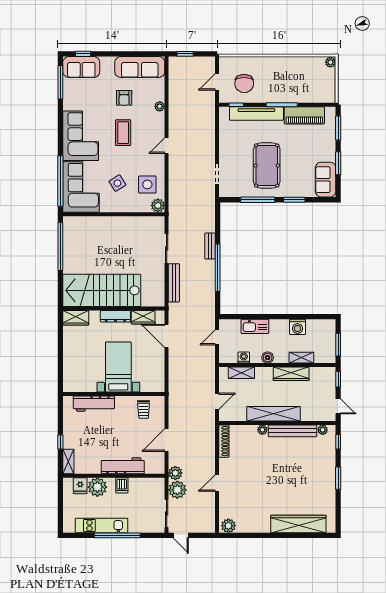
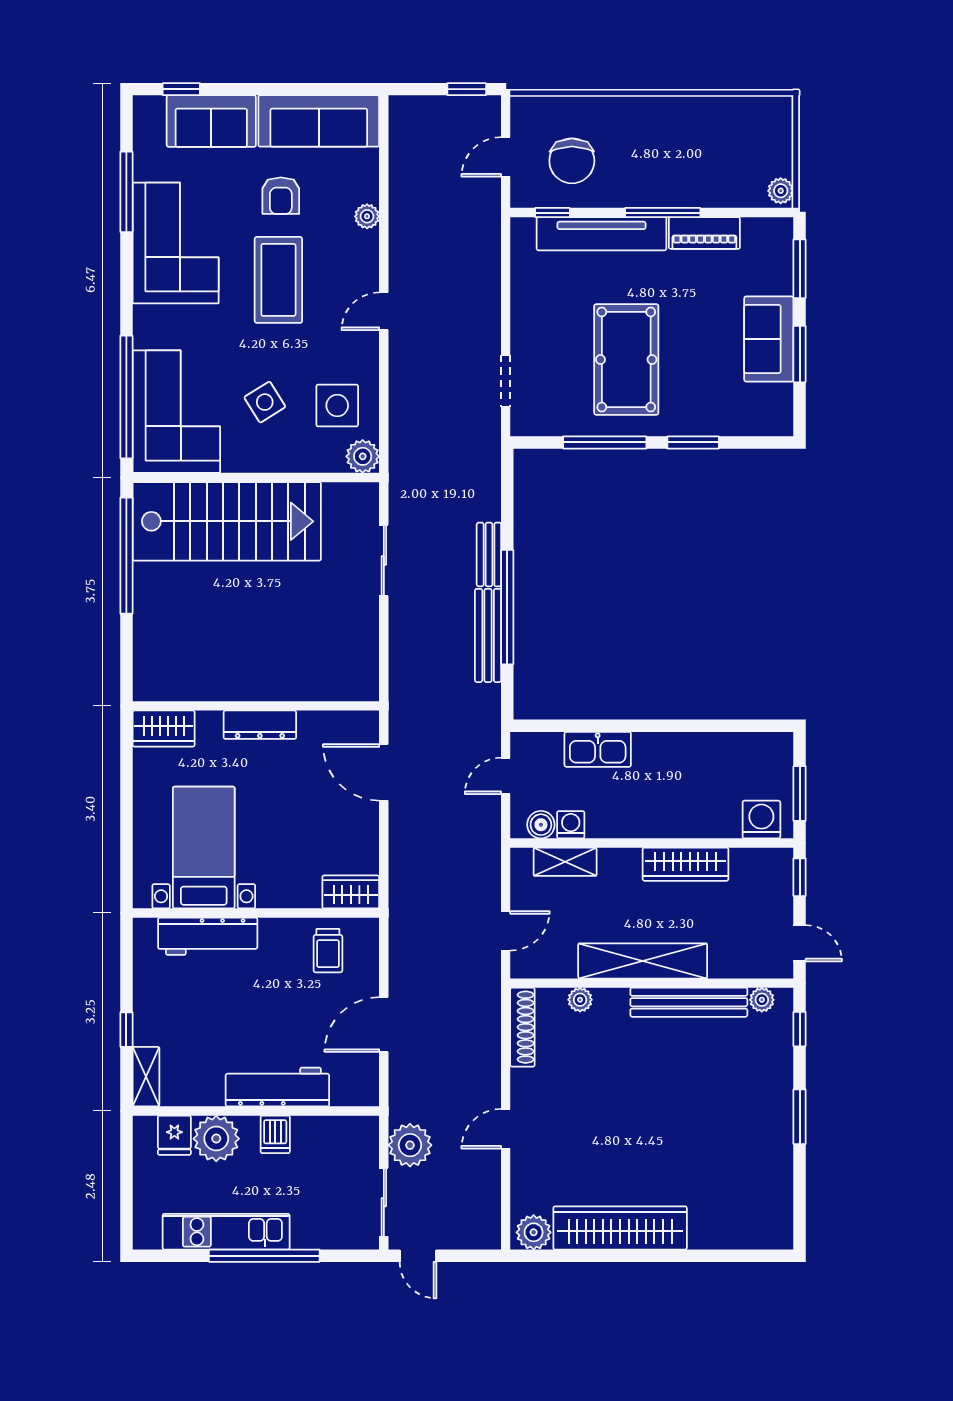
window: (185, 54) -> (467, 89), moved
plant: (330, 62) -> (781, 191), moved
sofa: (81, 67) -> (211, 121), moved
window: (60, 82) -> (126, 192), moved
piano: (304, 115) -> (704, 233), width x0.73, depth x0.75
coffee table: (123, 133) -> (278, 280), width x1.36, depth x1.32
corner sofa: (81, 136) -> (176, 243), moved
sofa: (326, 180) -> (769, 339), moved
bench: (174, 283) -> (488, 635), moved
stairs: (102, 290) -> (227, 521), moved, turned 180
wardrobe: (143, 317) -> (351, 892), moved, turned 180
washing machine: (298, 327) -> (761, 820), moved, turned 180
boiler: (268, 358) -> (541, 825), moved
shelving: (301, 358) -> (710, 825), removed
bed with nightstands: (118, 367) -> (204, 848), moved
plant: (262, 430) -> (580, 1000), moved
plant: (175, 473) -> (405, 1104), removed
wardrobe: (298, 524) -> (620, 1228), moved

